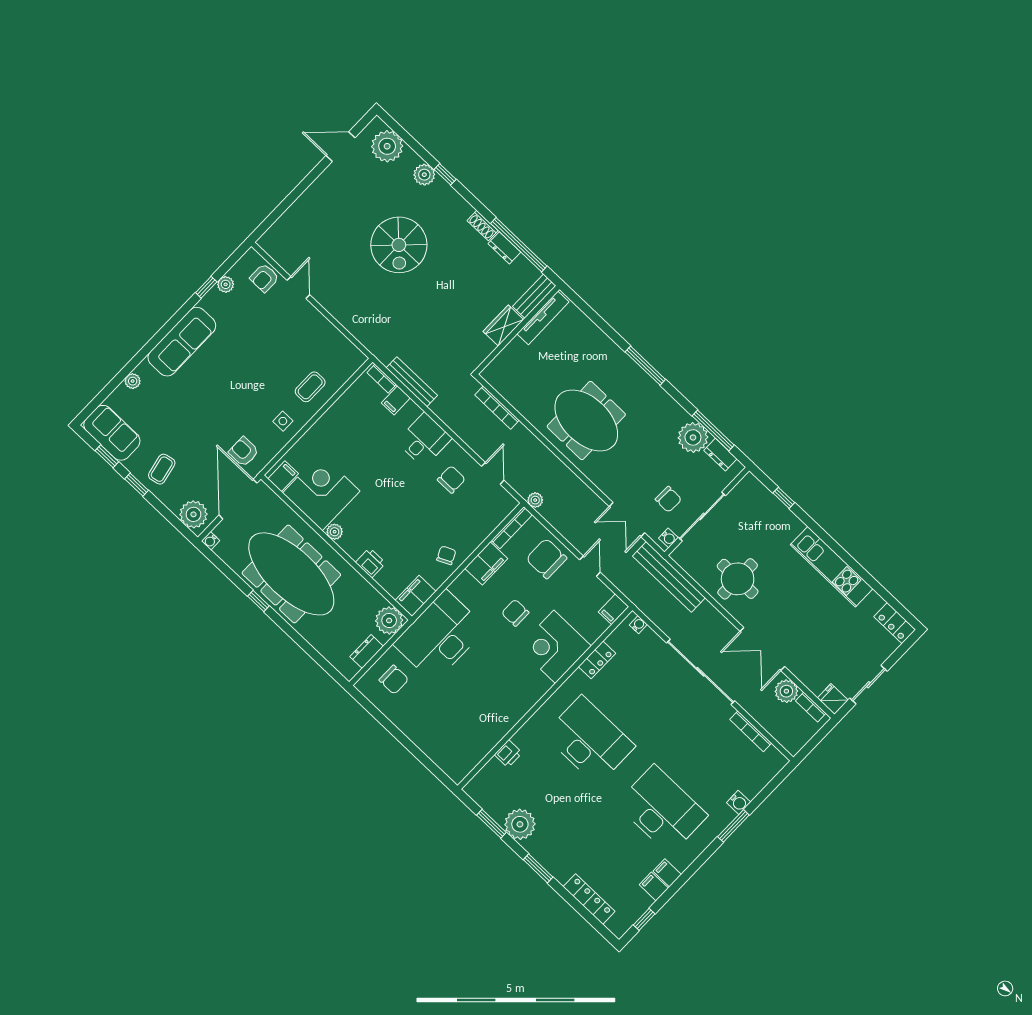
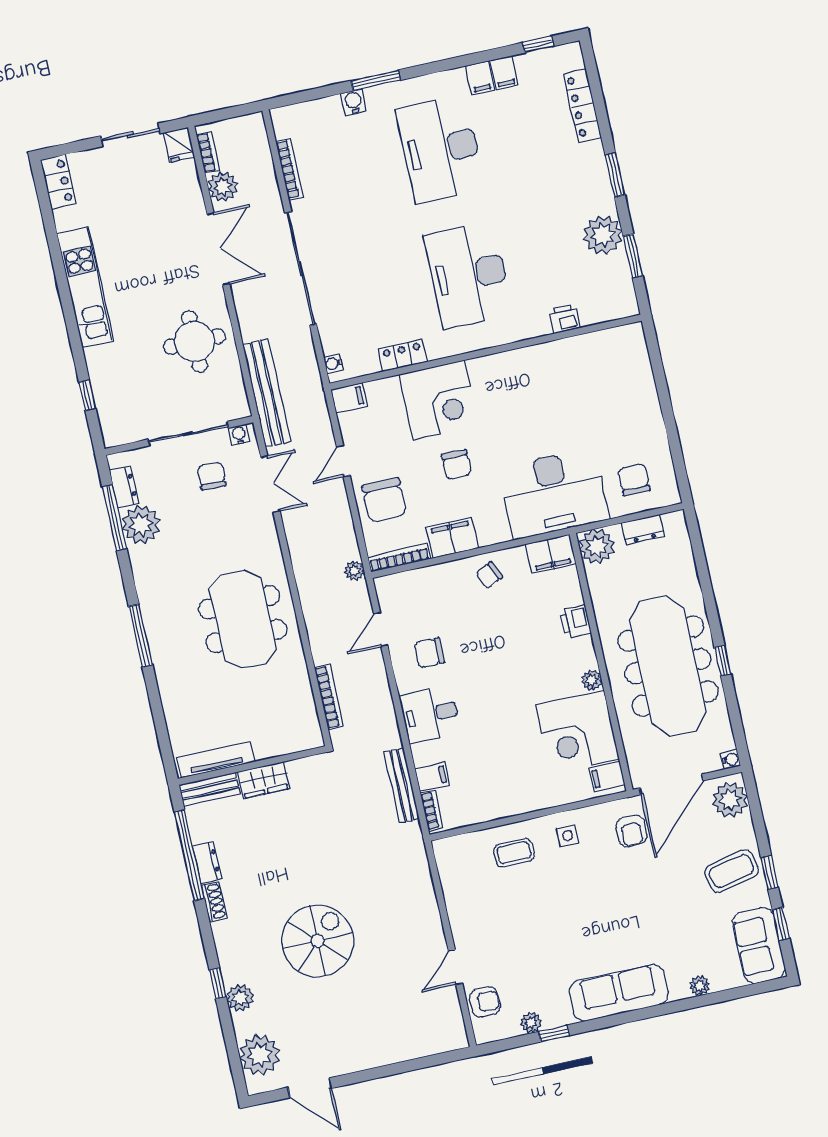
coffee table: (162, 469) -> (732, 871), width x1.36, depth x1.30

